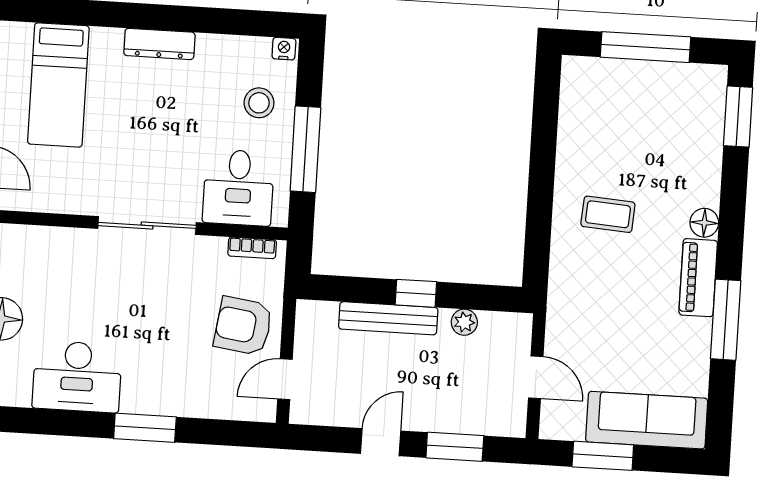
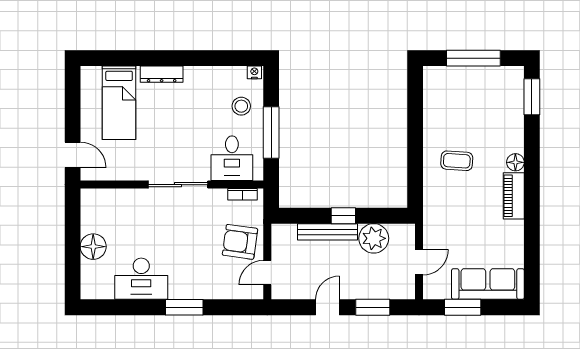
dresser: (159, 44) -> (162, 74), moved
window: (726, 320) -> (532, 220), removed
plant: (464, 322) -> (374, 238), width x1.87, depth x1.87
door: (536, 377) -> (419, 262), hinge flipped

